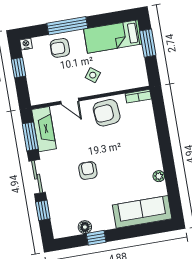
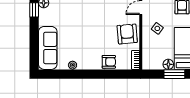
floor lamp: (137, 53) -> (168, 64), added
armchair: (88, 171) -> (109, 62), moved

